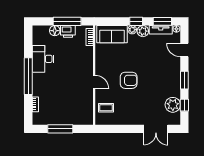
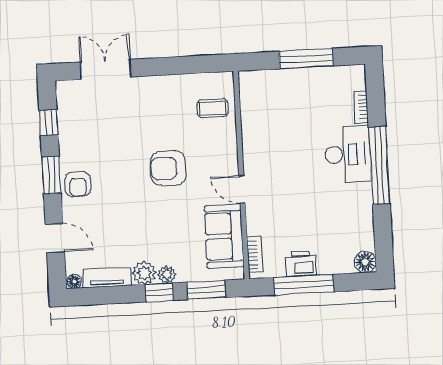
window: (162, 21) -> (206, 290), moved
floor lamp: (55, 31) -> (365, 262), moved
sofa: (112, 34) -> (224, 236), moved, turned -90
desk: (43, 59) -> (348, 154), moved
armchair: (172, 75) -> (78, 184), added
door: (94, 82) -> (242, 189), moved
plant: (173, 105) -> (73, 122), removed

